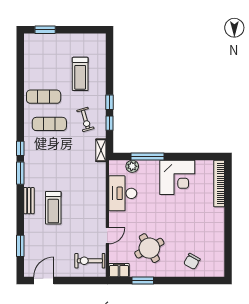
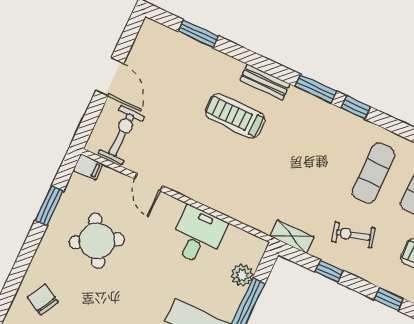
window: (110, 102) -> (389, 299), moved
desk: (123, 193) -> (198, 236), width x0.73
filing cabinet: (119, 270) -> (88, 167), width x0.50
door: (44, 280) -> (110, 77), moved

